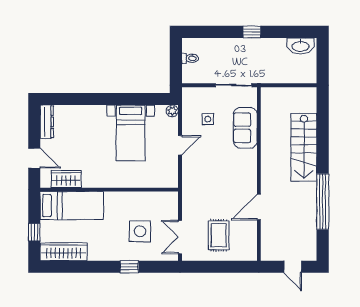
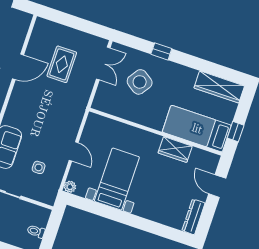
door: (180, 145) -> (74, 151), swing flipped
wardrobe: (66, 179) -> (175, 150), moved
side table: (140, 231) -> (140, 82), turned 33
window: (34, 232) -> (236, 132), moved
rug: (219, 235) -> (62, 64), moved

